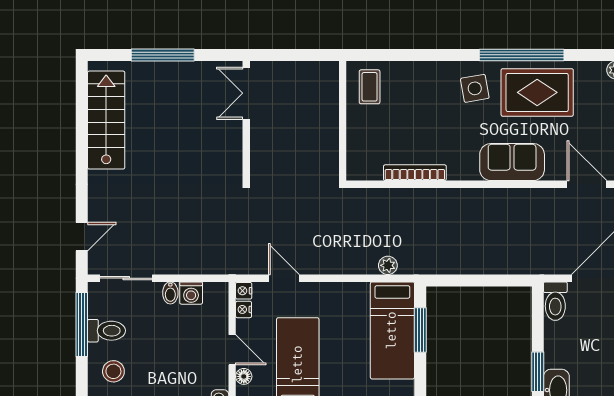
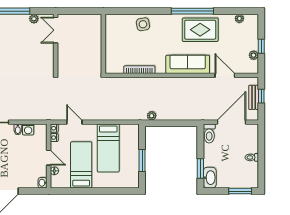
plant: (203, 70) -> (34, 19), added
coffee table: (370, 87) -> (117, 27), removed
side table: (475, 88) -> (143, 24), moved
sofa: (512, 162) -> (188, 64), width x1.36
plant: (388, 265) -> (152, 116), moved
bed: (392, 330) -> (108, 148), moved
window: (420, 330) -> (142, 161), moved

